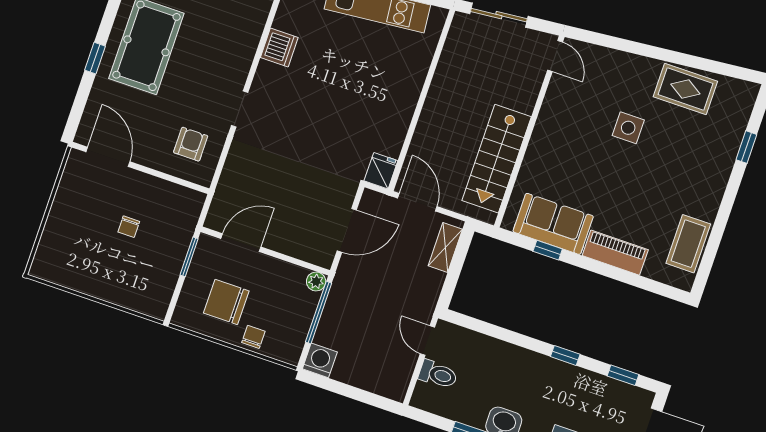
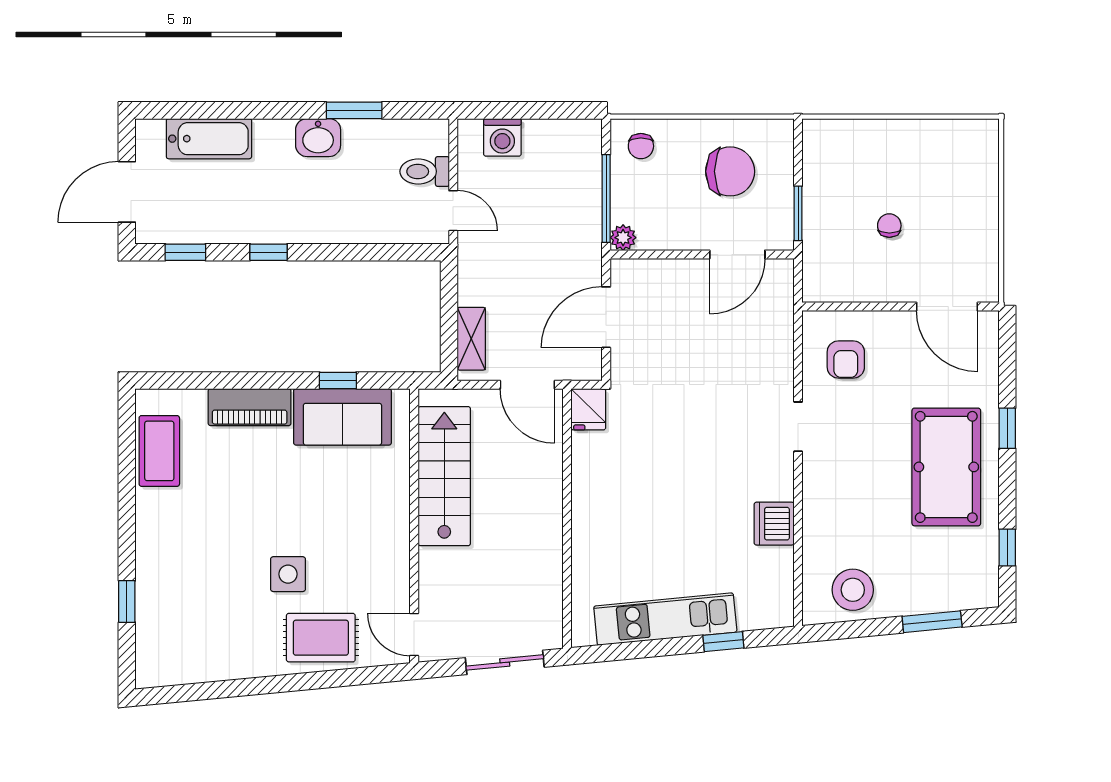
rug: (685, 89) -> (321, 638), moved
chair: (253, 337) -> (641, 146), moved
washing machine: (320, 360) -> (502, 137), moved

